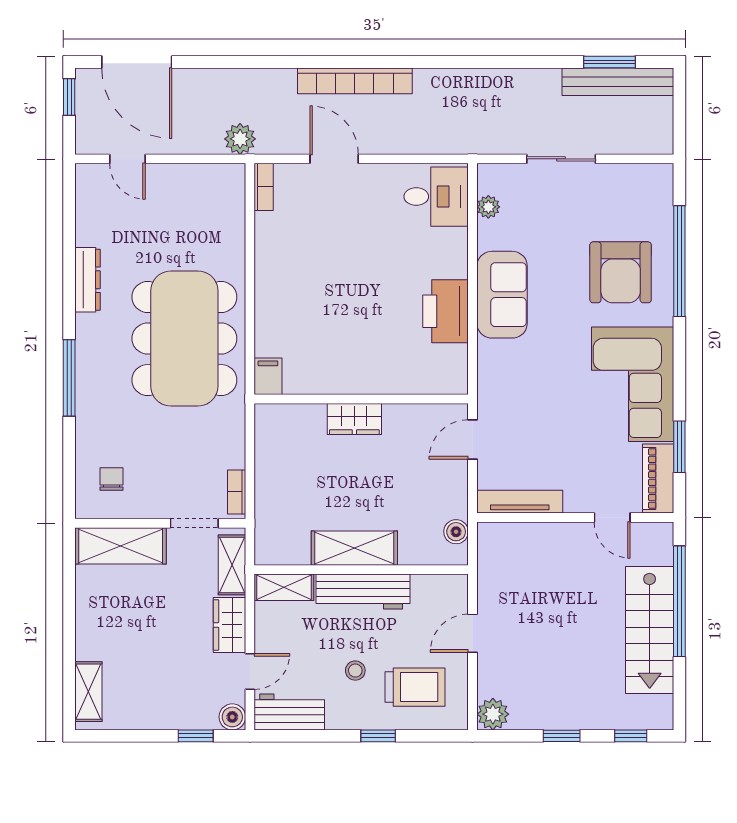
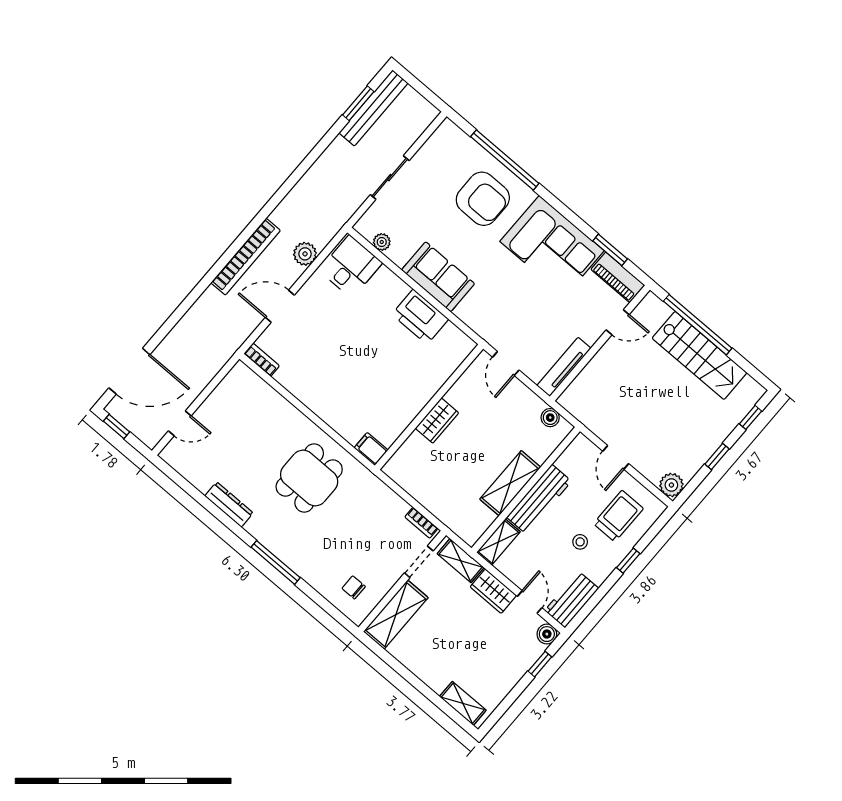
plant: (240, 139) -> (305, 254), moved
dining table: (184, 339) -> (309, 478), width x0.53, depth x0.80

